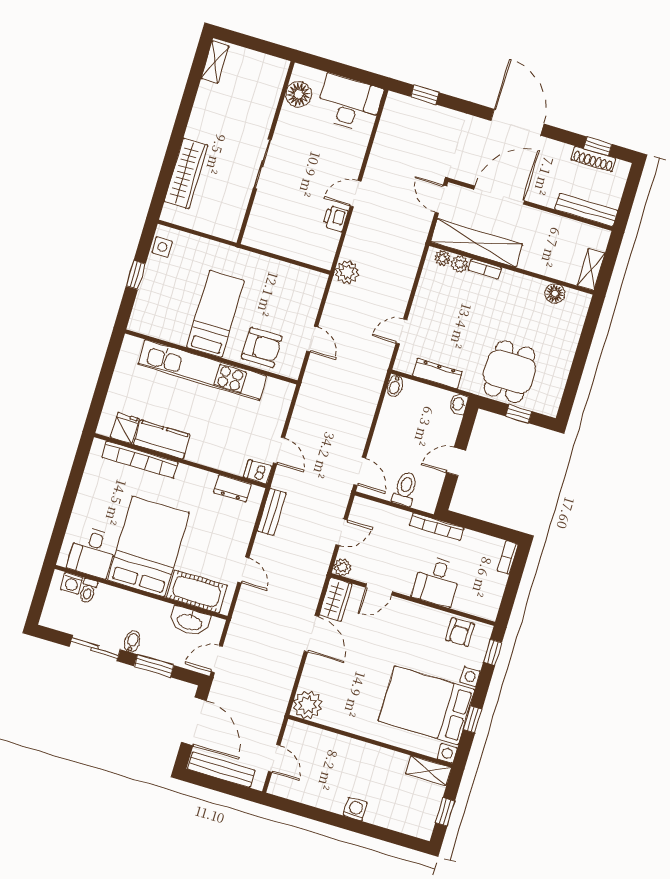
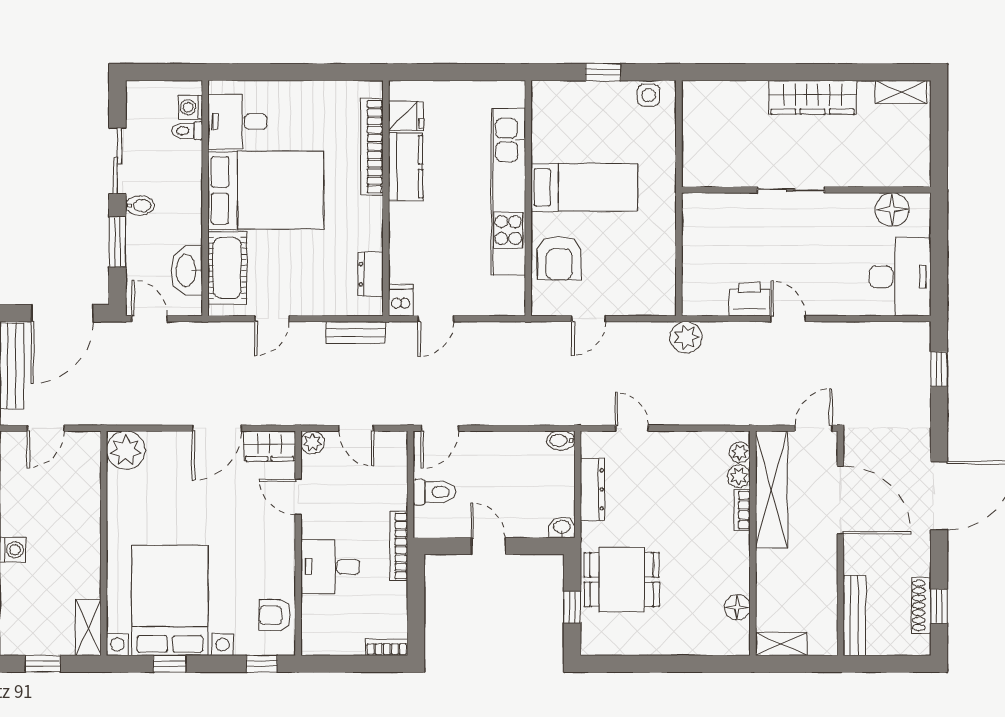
wardrobe: (186, 173) -> (813, 97), moved
printer: (335, 218) -> (749, 299), width x1.36, depth x1.24

